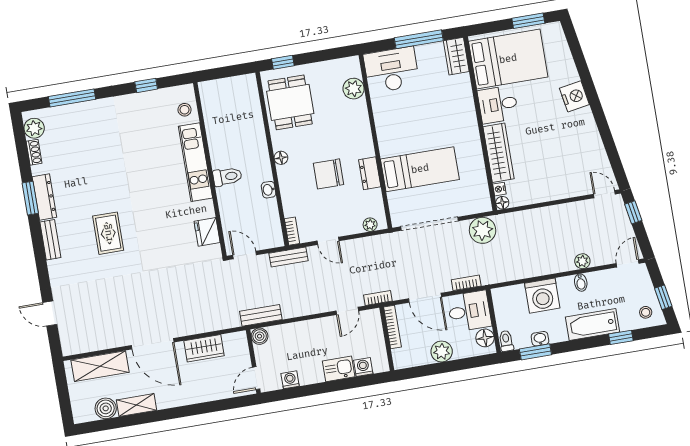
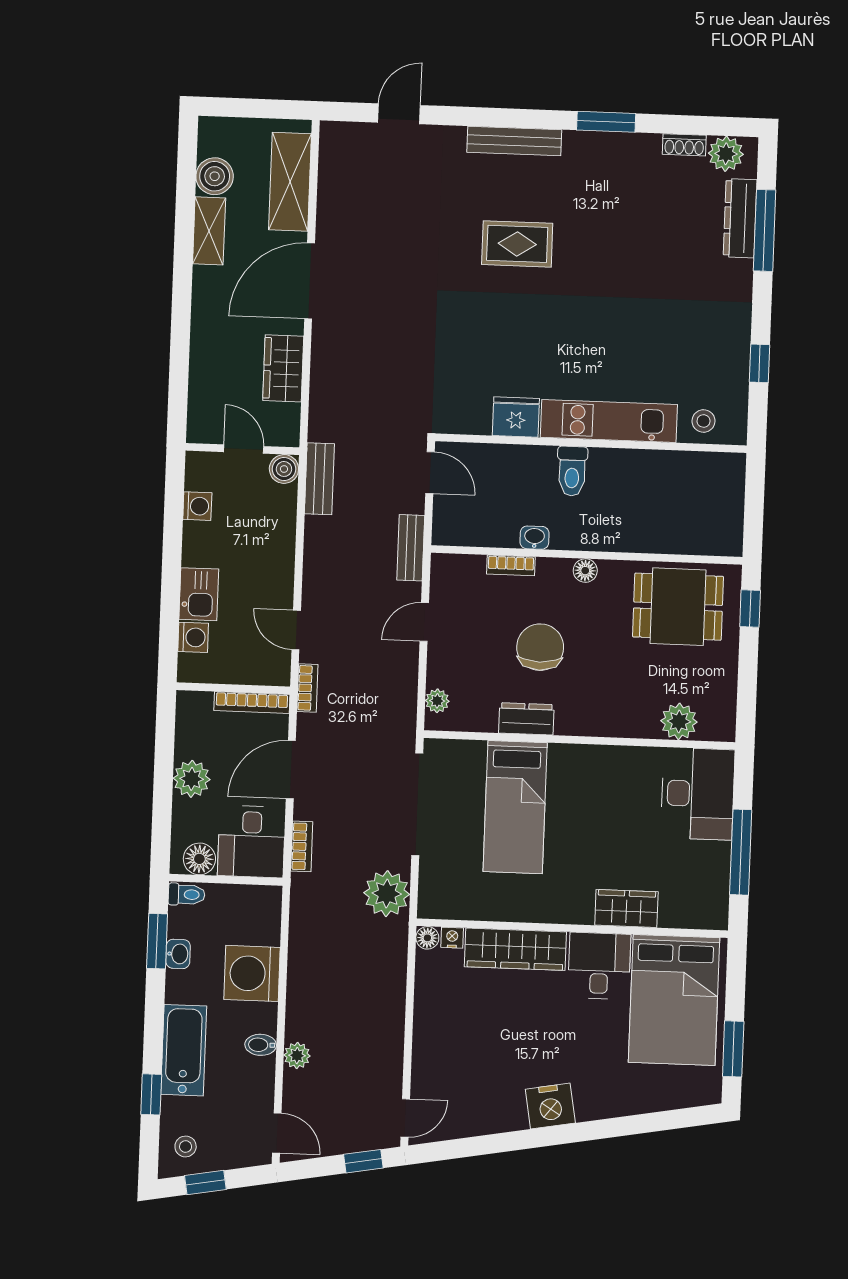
wardrobe: (456, 56) -> (626, 908), moved
nightstand: (574, 96) -> (550, 1106), moved
dresser: (44, 197) -> (740, 218), moved, turned 90
bookcase: (292, 231) -> (511, 565), moved
fridge: (207, 232) -> (516, 417), moved
bench: (50, 240) -> (514, 141), width x1.36
door: (245, 255) -> (430, 473), hinge flipped
door: (256, 378) -> (244, 449), moved

